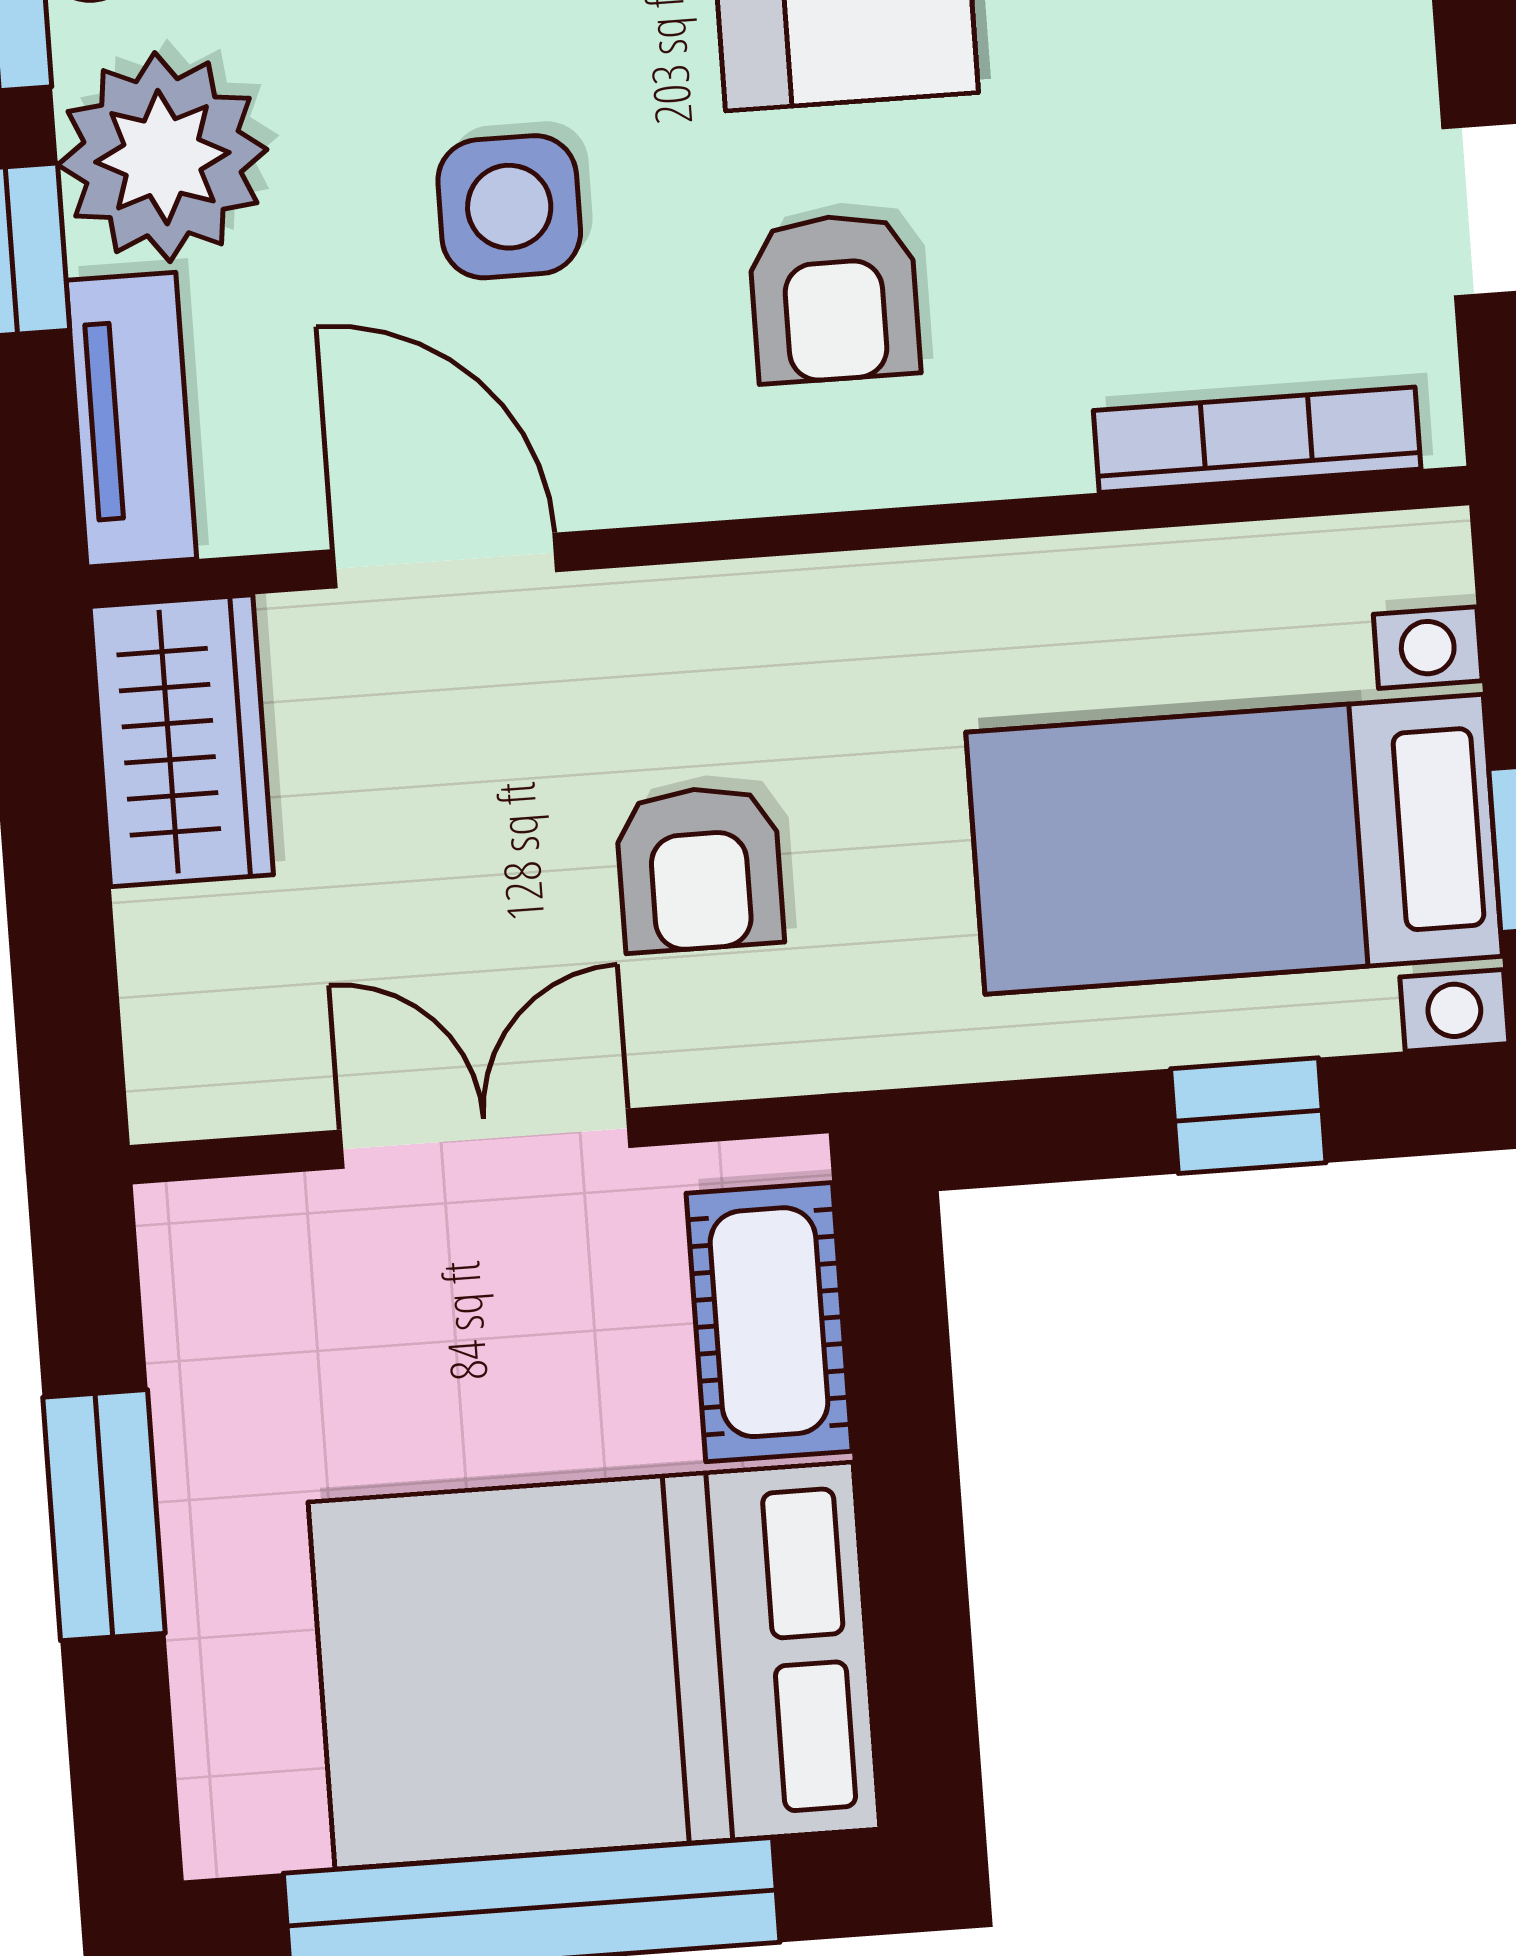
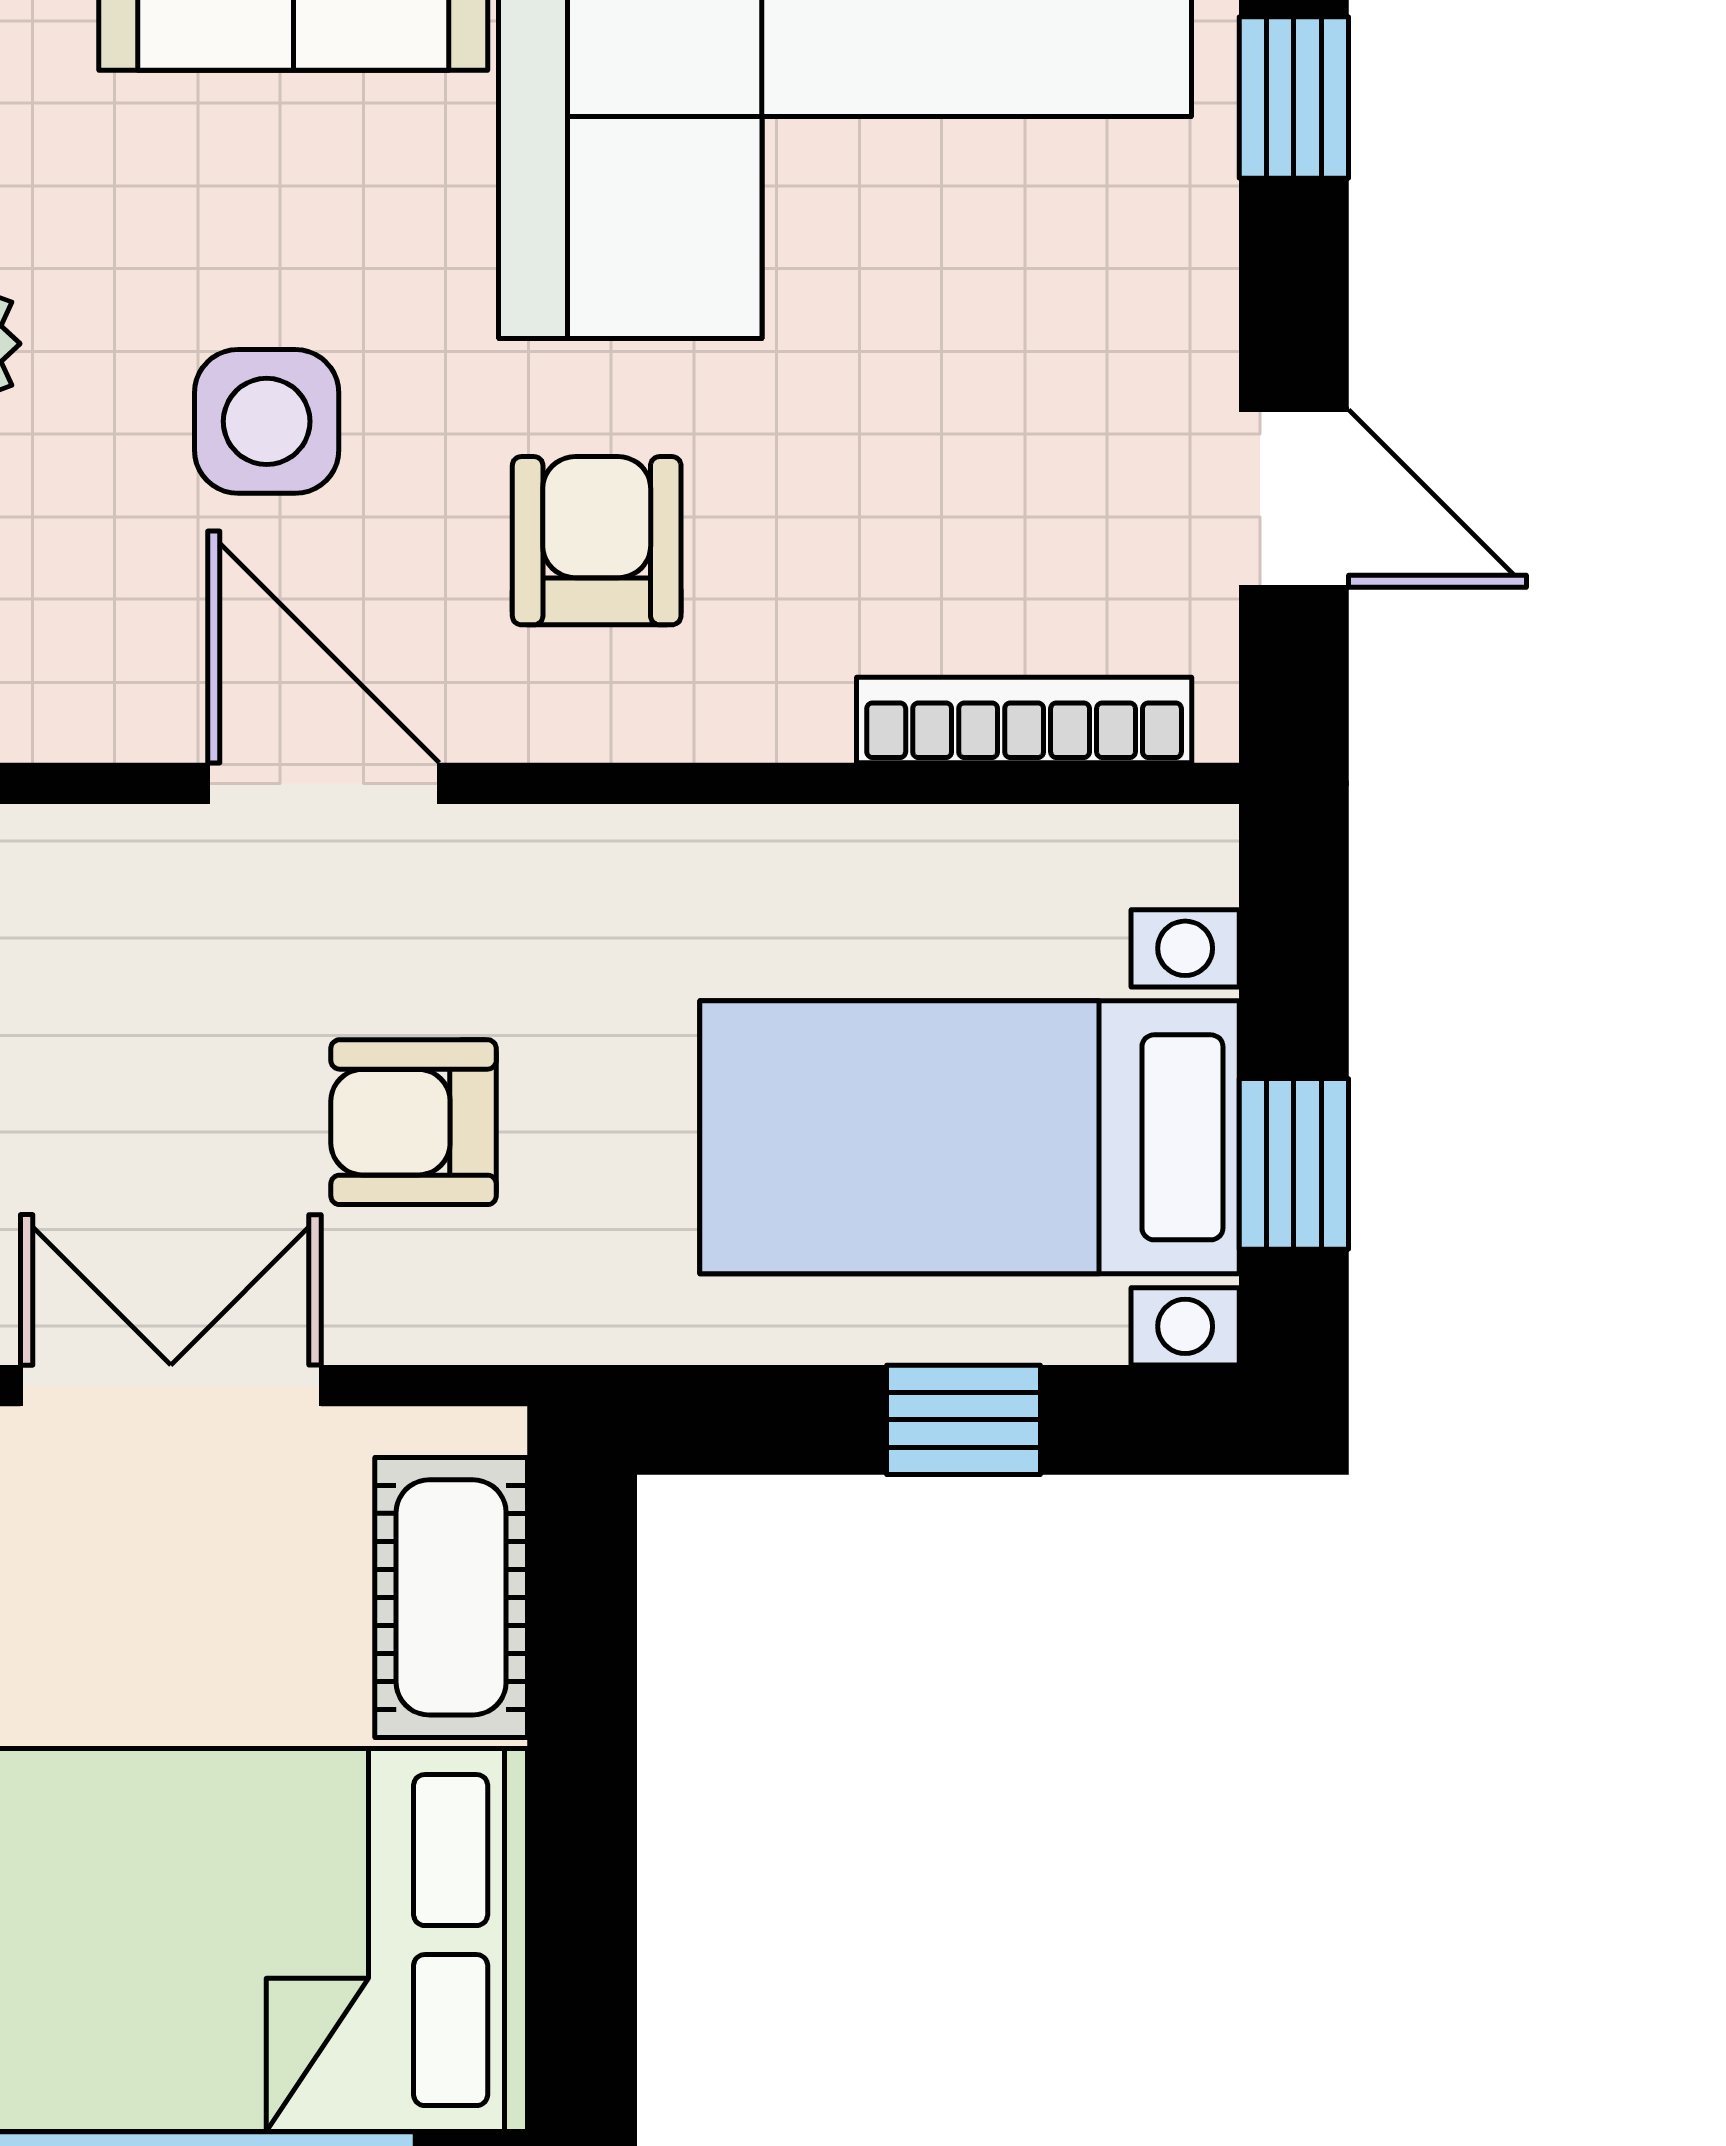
armchair: (834, 298) -> (597, 541), turned 180
door: (445, 561) -> (324, 783), moved
armchair: (700, 869) -> (414, 1122), turned 90

